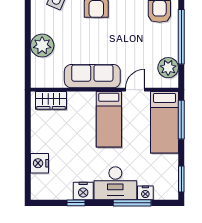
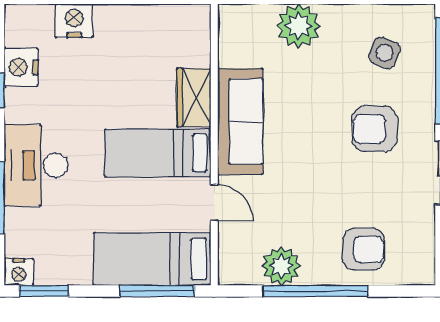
plant: (168, 68) -> (281, 266), moved
wardrobe: (51, 100) -> (194, 98), moved
nightstand: (83, 191) -> (21, 67), moved
nightstand: (145, 193) -> (19, 272), moved, turned -90

